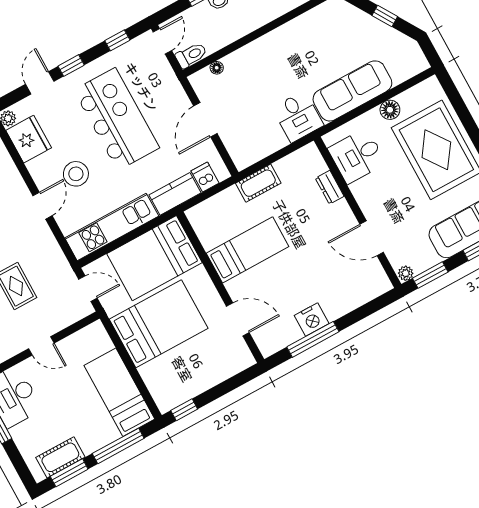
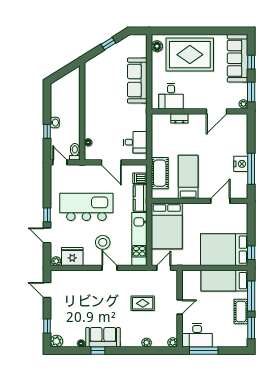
window: (117, 40) -> (47, 185), removed
floor lamp: (390, 110) -> (157, 46), moved
desk: (298, 117) -> (135, 142), moved
cot: (258, 183) -> (160, 173), moved, width x1.37, depth x1.34
bed: (159, 324) -> (224, 250), moved, turned -90
cot: (60, 457) -> (241, 312), moved

